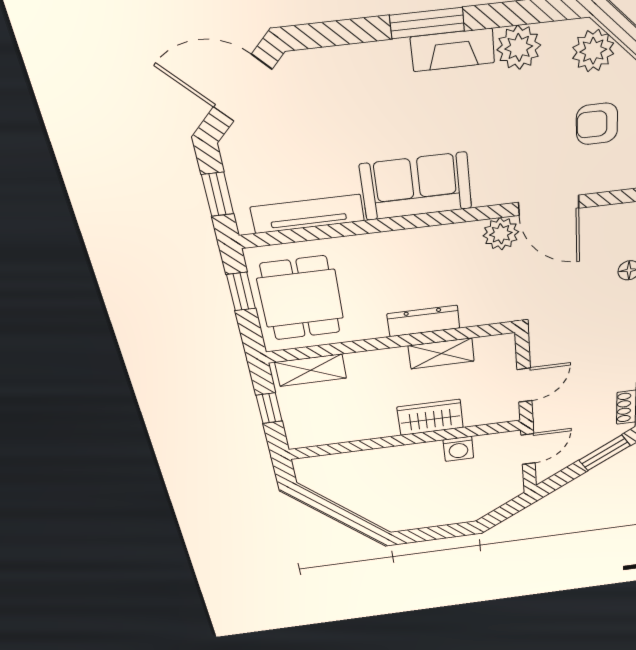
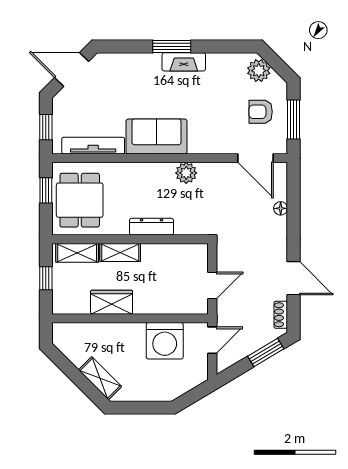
plant: (519, 47) -> (219, 64), removed
door: (549, 205) -> (255, 158), moved
plant: (501, 234) -> (186, 173), moved
shelving: (441, 353) -> (120, 252), moved
wardrobe: (430, 417) -> (112, 302), moved
washing machine: (458, 449) -> (165, 341), width x1.89, depth x1.89
shelving: (373, 511) -> (100, 378), added

